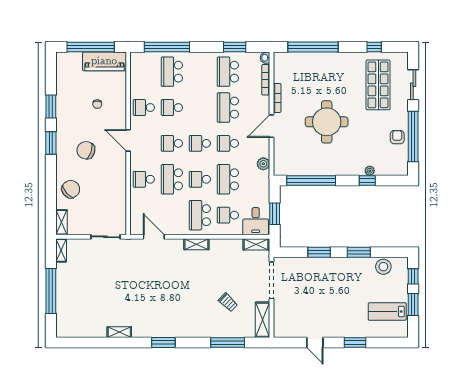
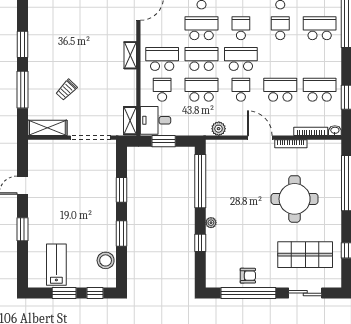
round table: (327, 122) -> (295, 199), moved
school desk: (200, 143) -> (241, 59), width x1.85
plant: (370, 171) -> (211, 223), moved
school desk: (200, 179) -> (202, 59), width x1.85
window: (163, 342) -> (22, 44), moved

